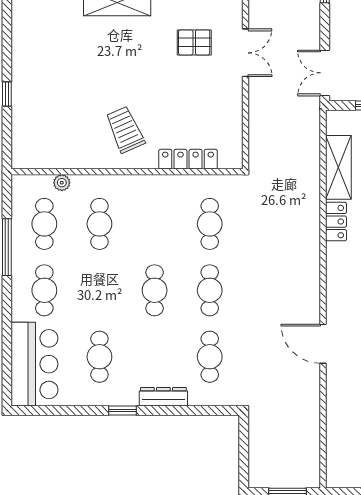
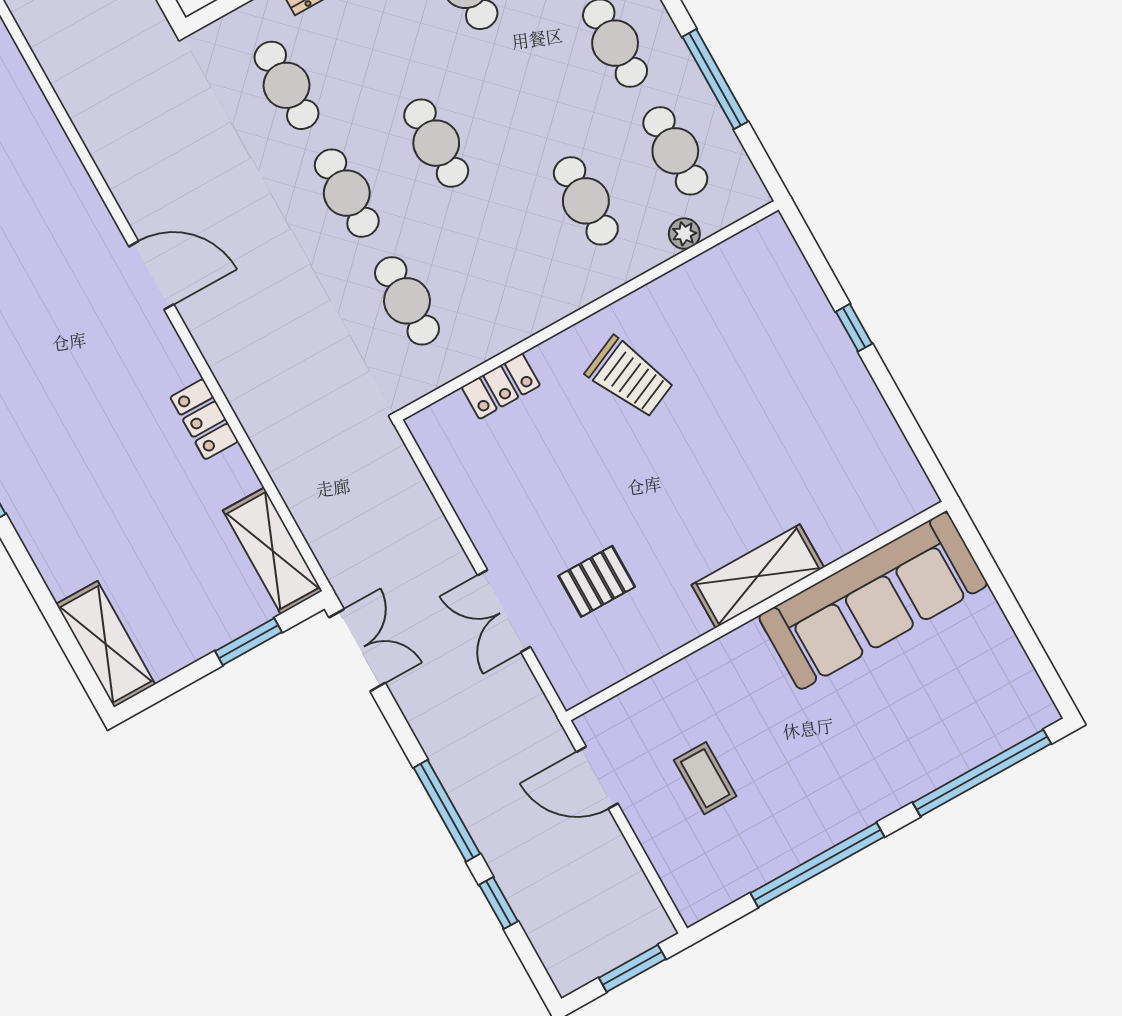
locker: (188, 159) -> (501, 386), width x0.66
shelving: (338, 167) -> (273, 551), moved
door: (323, 344) -> (151, 275), moved

